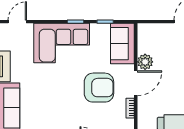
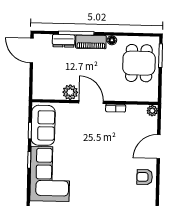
sofa: (122, 44) -> (43, 125), moved, turned -90
armchair: (99, 88) -> (95, 138), removed

